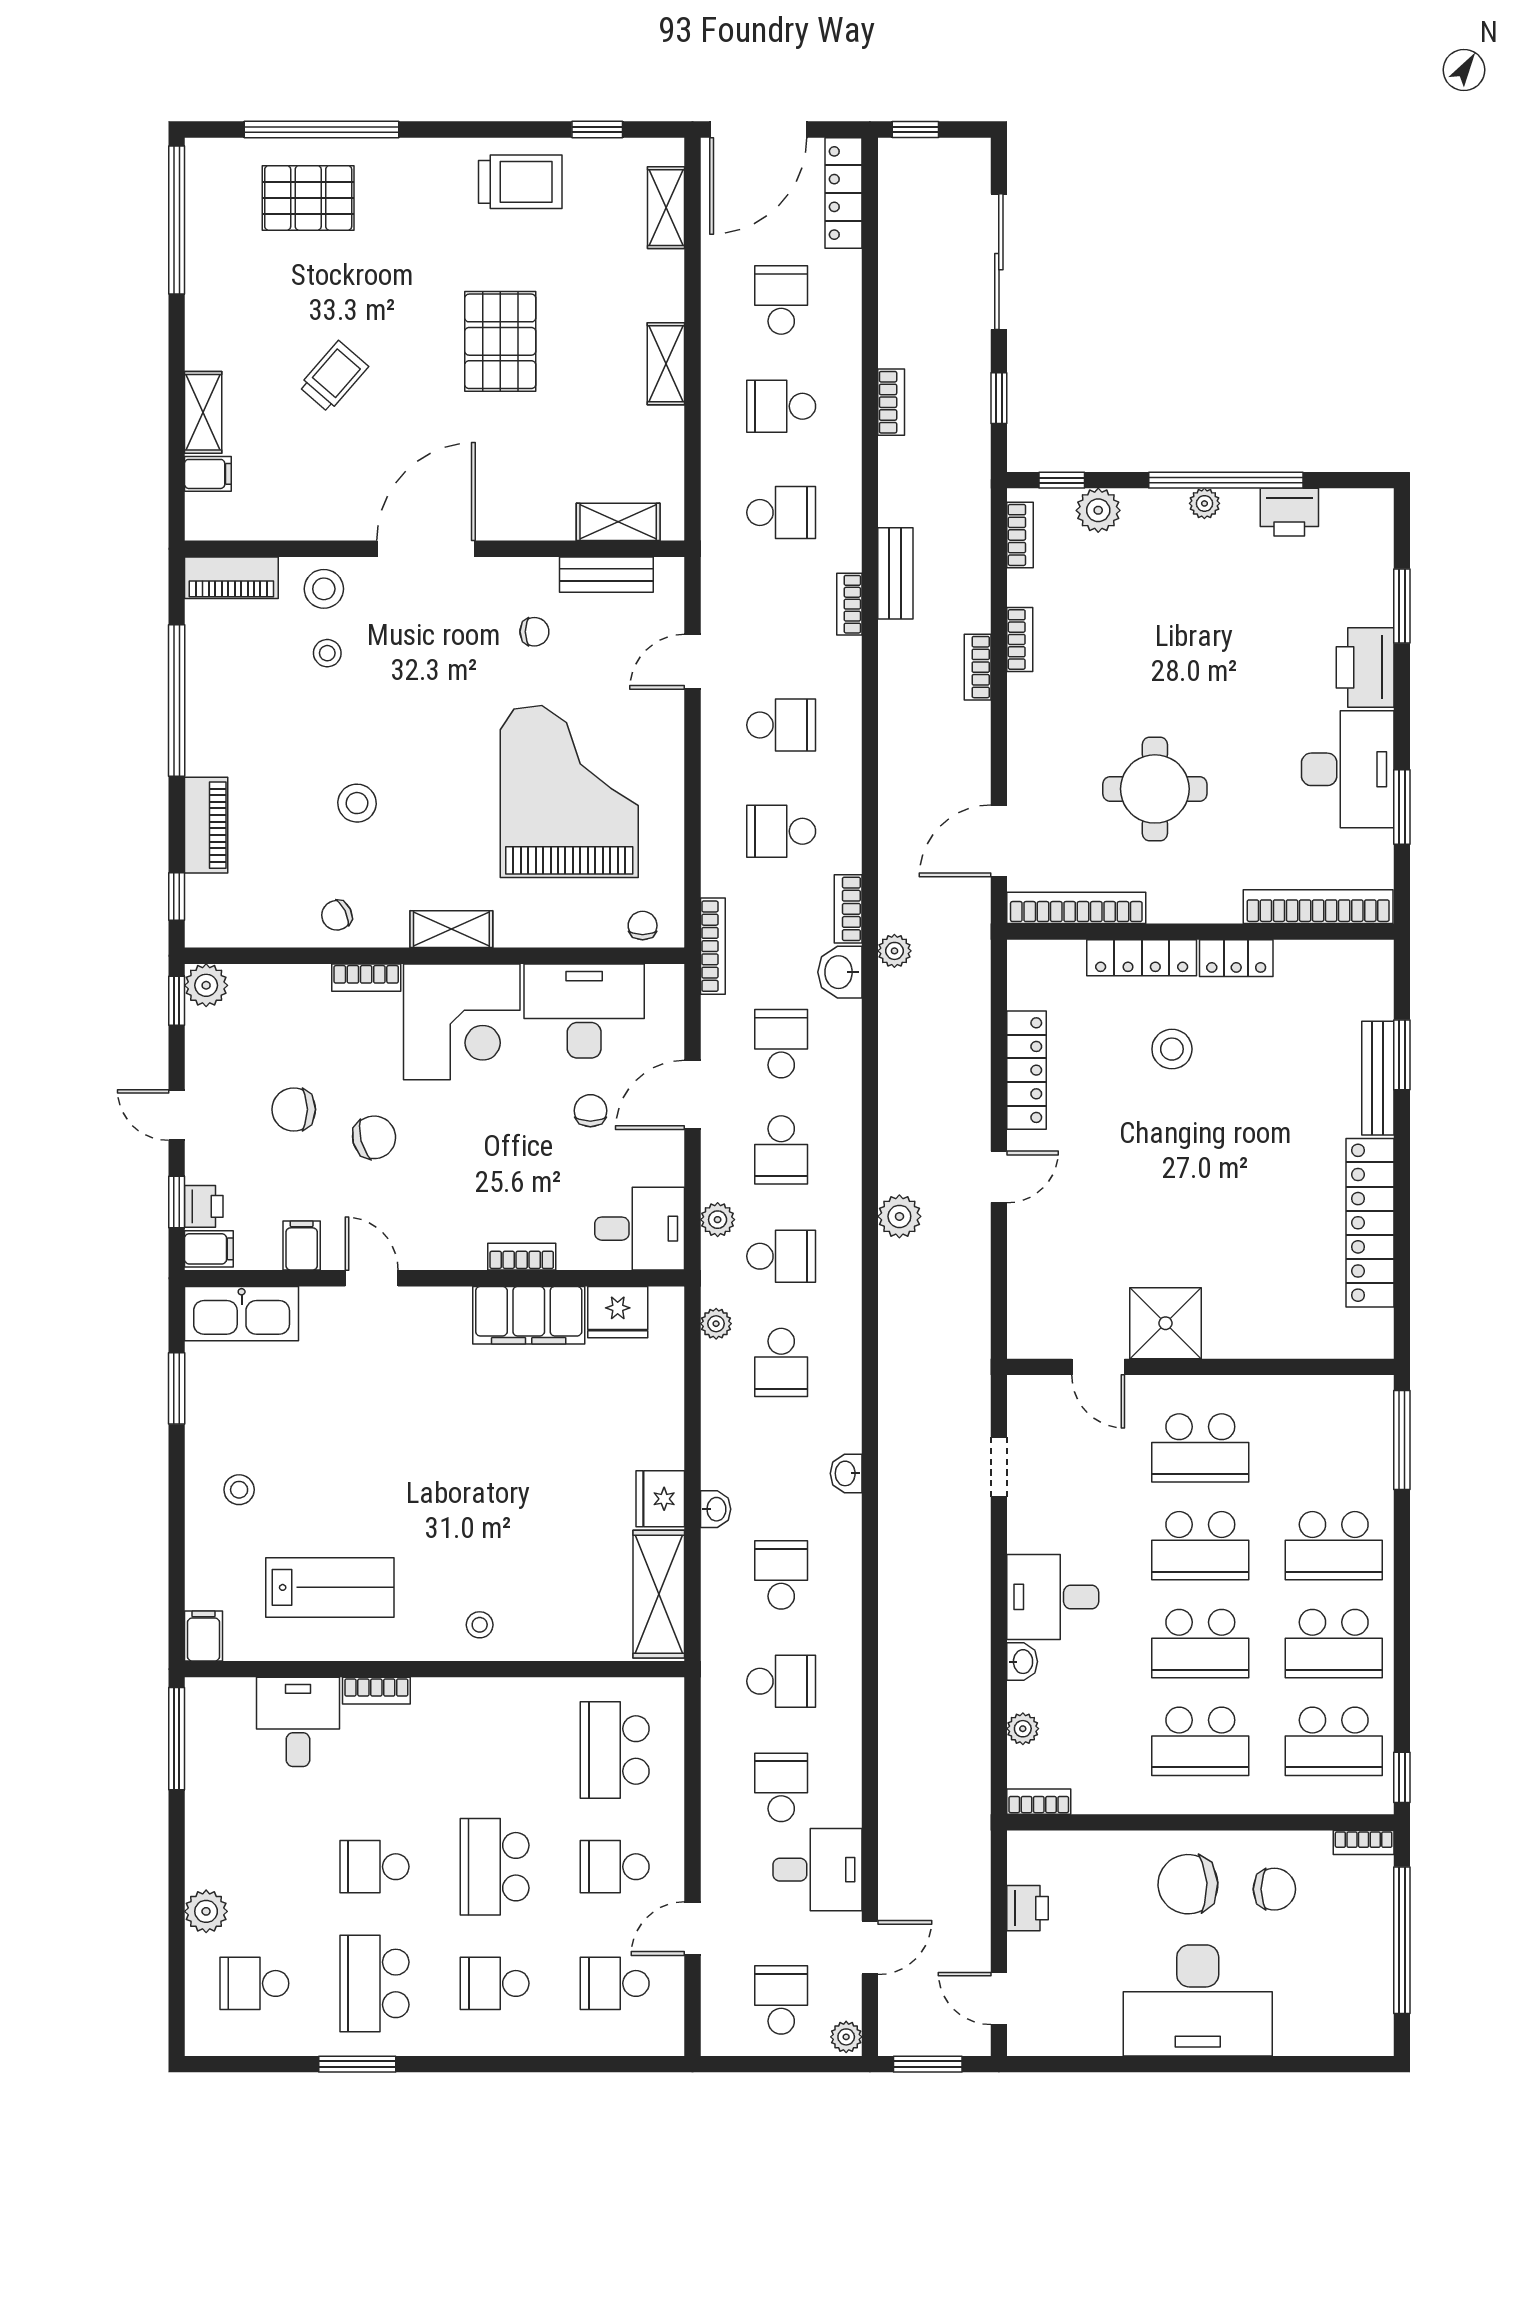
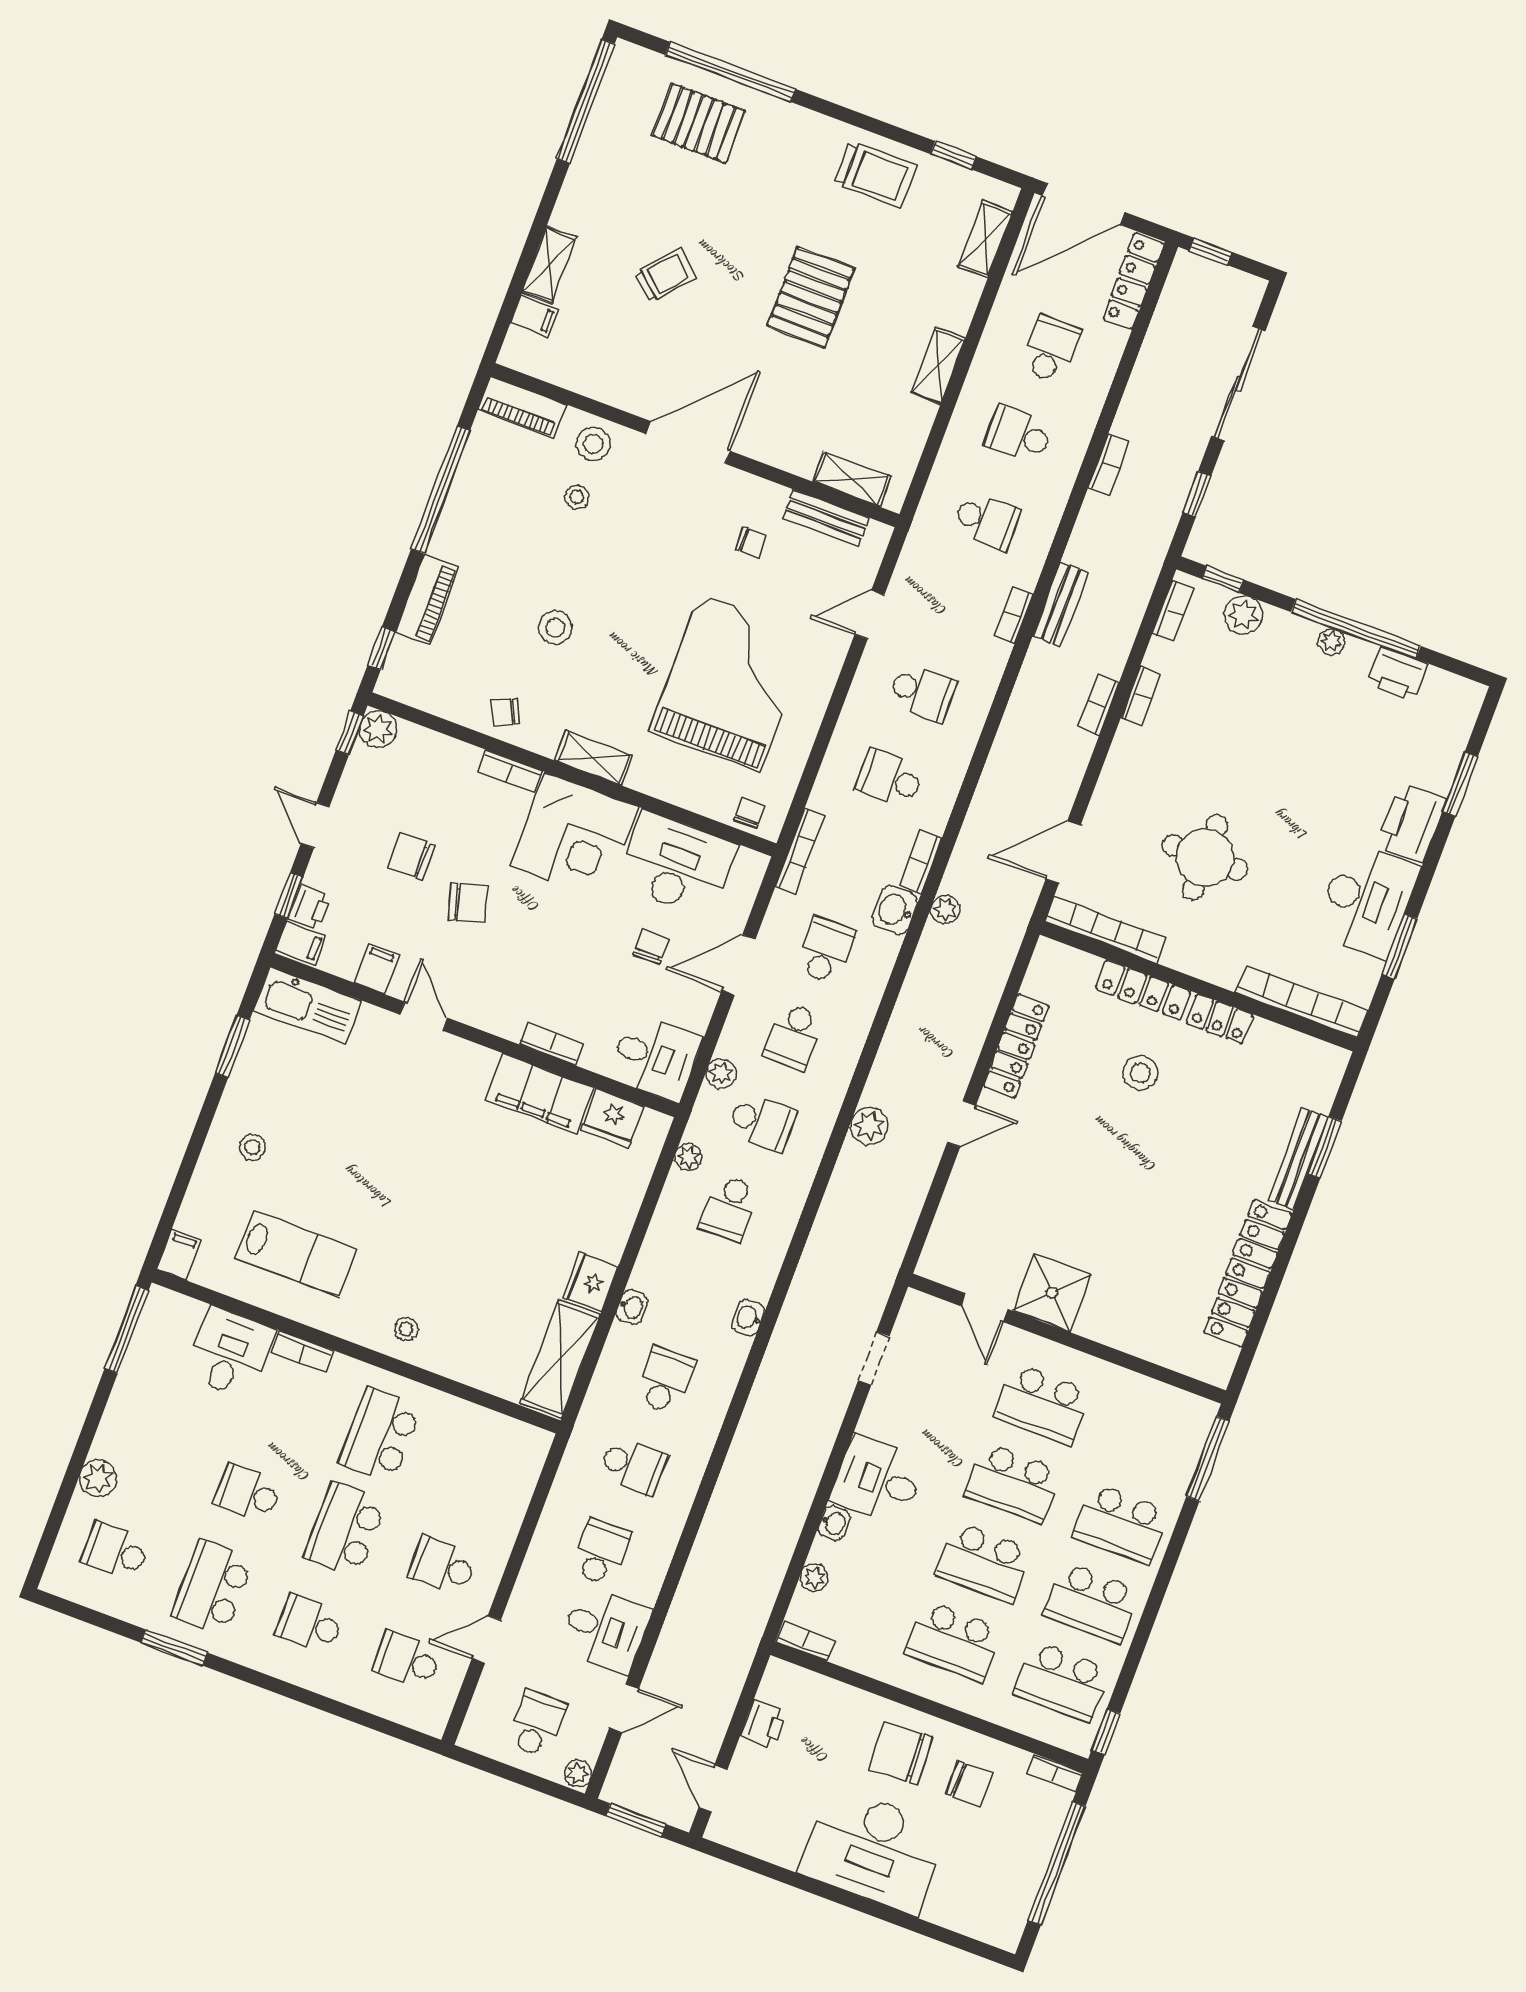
school desk: (615, 1750) -> (380, 1435), moved

